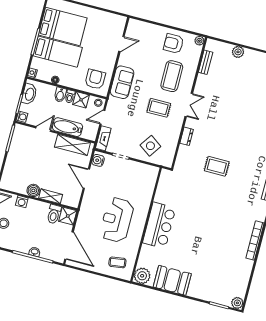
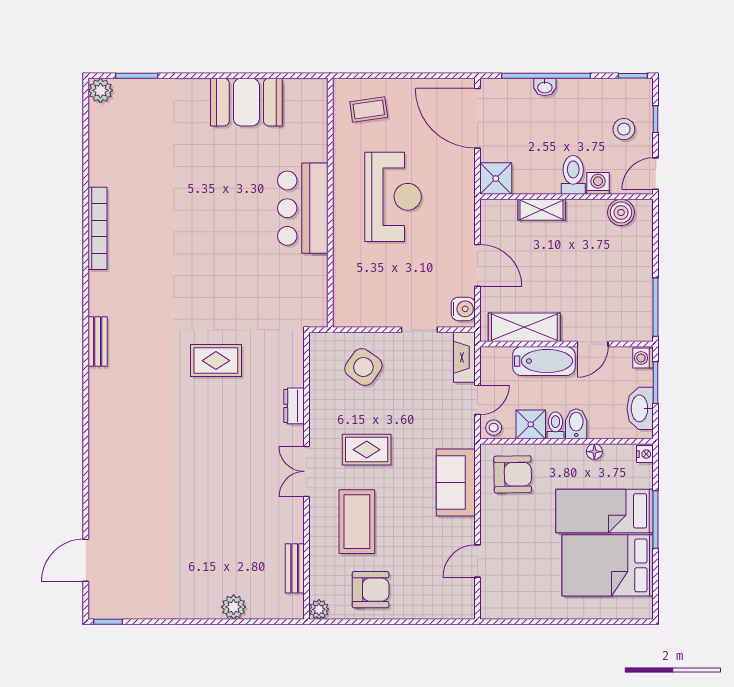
armchair: (95, 79) -> (513, 474), turned -91
boiler: (33, 190) -> (621, 212), moved
toilet: (54, 214) -> (573, 175), moved
plant: (142, 276) -> (311, 95), removed

